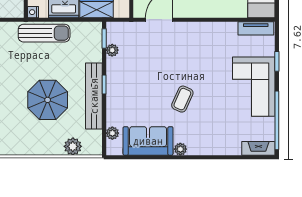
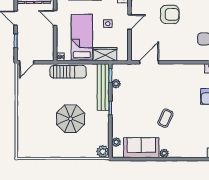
bench: (94, 96) -> (103, 87), moved
plant: (73, 146) -> (103, 152), moved

